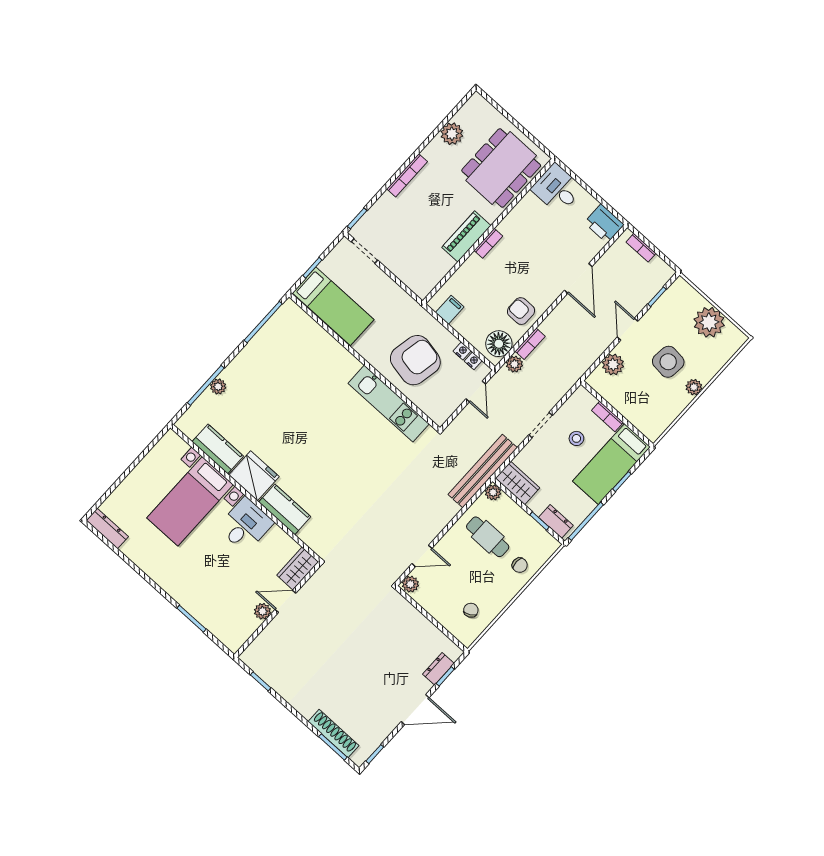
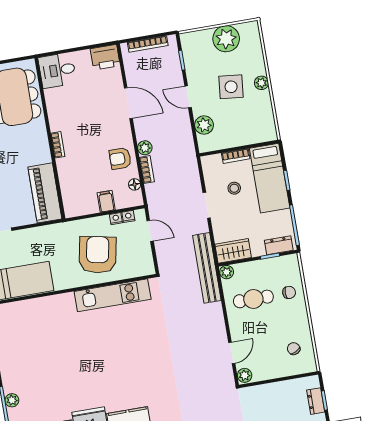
piano: (466, 236) -> (45, 193), moved, width x1.37, depth x1.33
bookcase: (641, 248) -> (148, 44), width x1.56
filing cabinet: (450, 310) -> (106, 201), moved
floor lamp: (499, 344) -> (135, 184), width x0.53, depth x0.53
plant: (514, 364) -> (145, 148), moved

